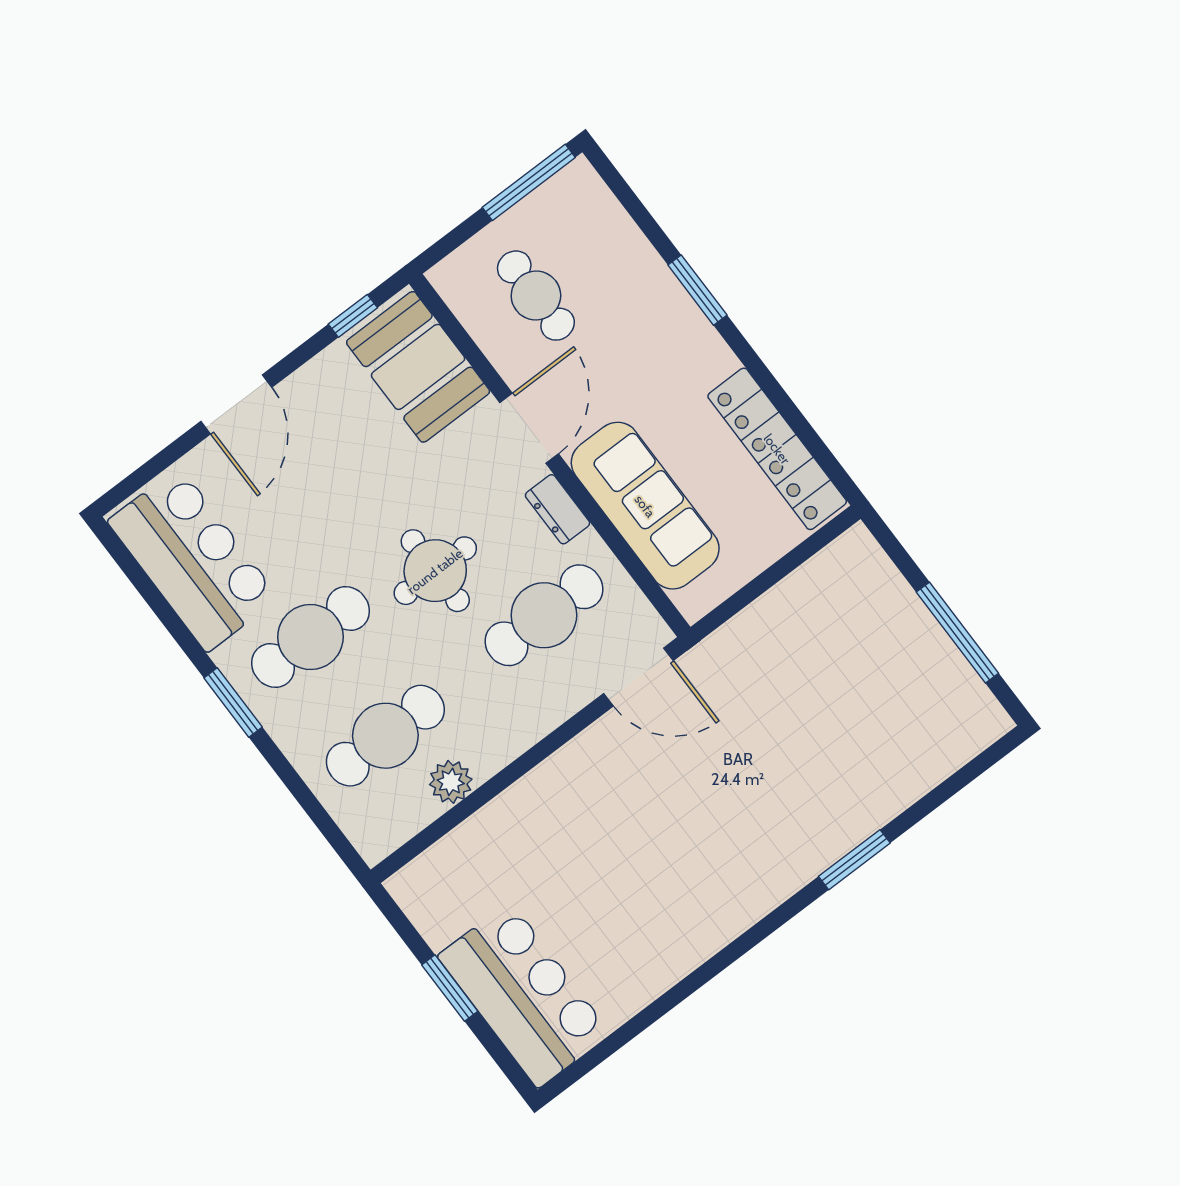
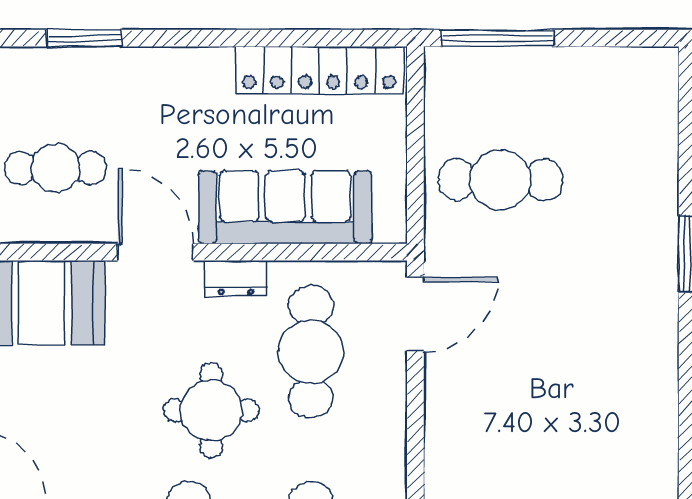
window: (697, 290) -> (85, 38), moved
window: (957, 633) -> (497, 38), moved
cafe table: (800, 663) -> (500, 180), added

